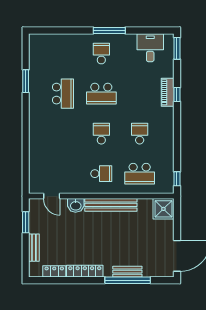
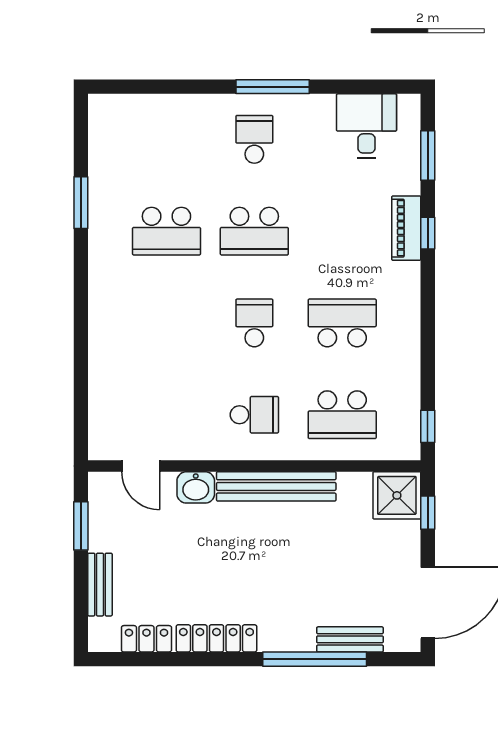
window: (177, 48) -> (428, 156), moved
school desk: (63, 94) -> (166, 231), turned 90
school desk: (140, 134) -> (342, 323), width x1.85
window: (177, 216) -> (428, 513), added
bench: (127, 272) -> (350, 639), moved

